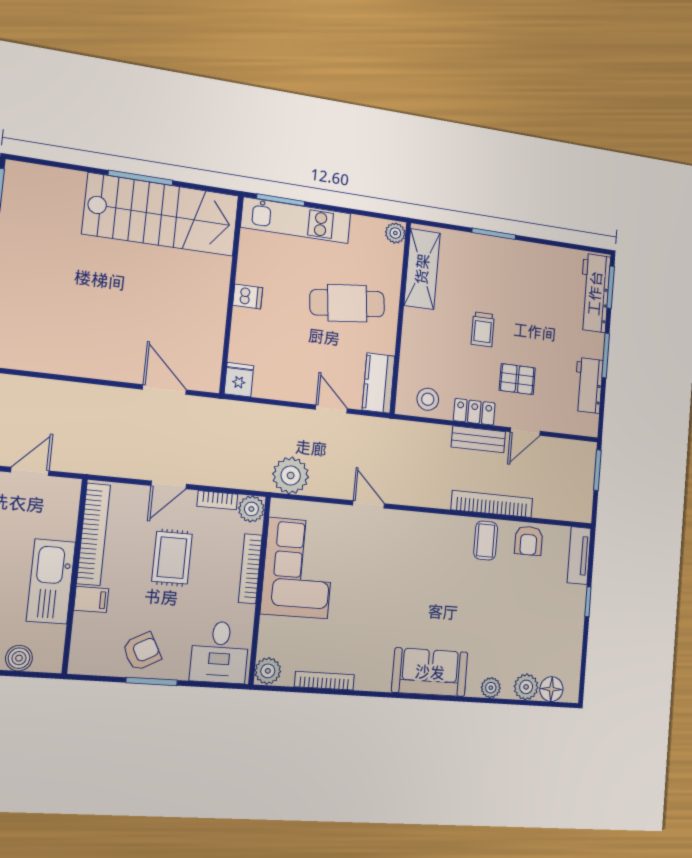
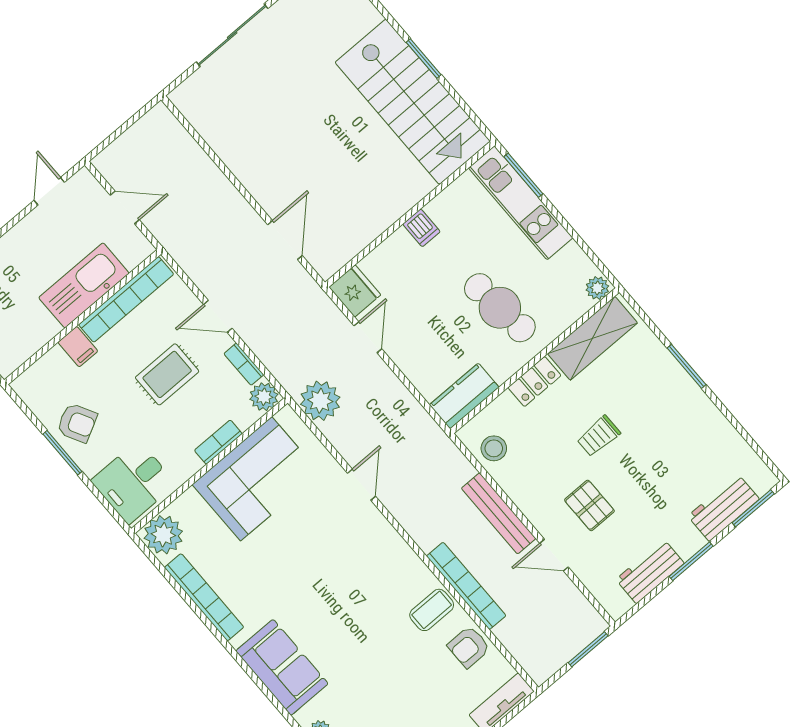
window: (141, 178) -> (424, 59), width x0.69
workbench: (595, 293) -> (723, 508), width x0.73
fridge: (239, 380) -> (355, 291), width x1.38
door: (331, 409) -> (368, 337), moved
locker: (474, 412) -> (535, 382), moved, turned 90
bench: (478, 439) -> (499, 513), width x1.36
bookcase: (250, 569) -> (218, 442), width x0.64
kitchen sink: (51, 581) -> (84, 285), moved
plant: (268, 671) -> (163, 535), width x1.36, depth x1.36
bookcase: (324, 681) -> (204, 597), width x1.48, depth x1.31

